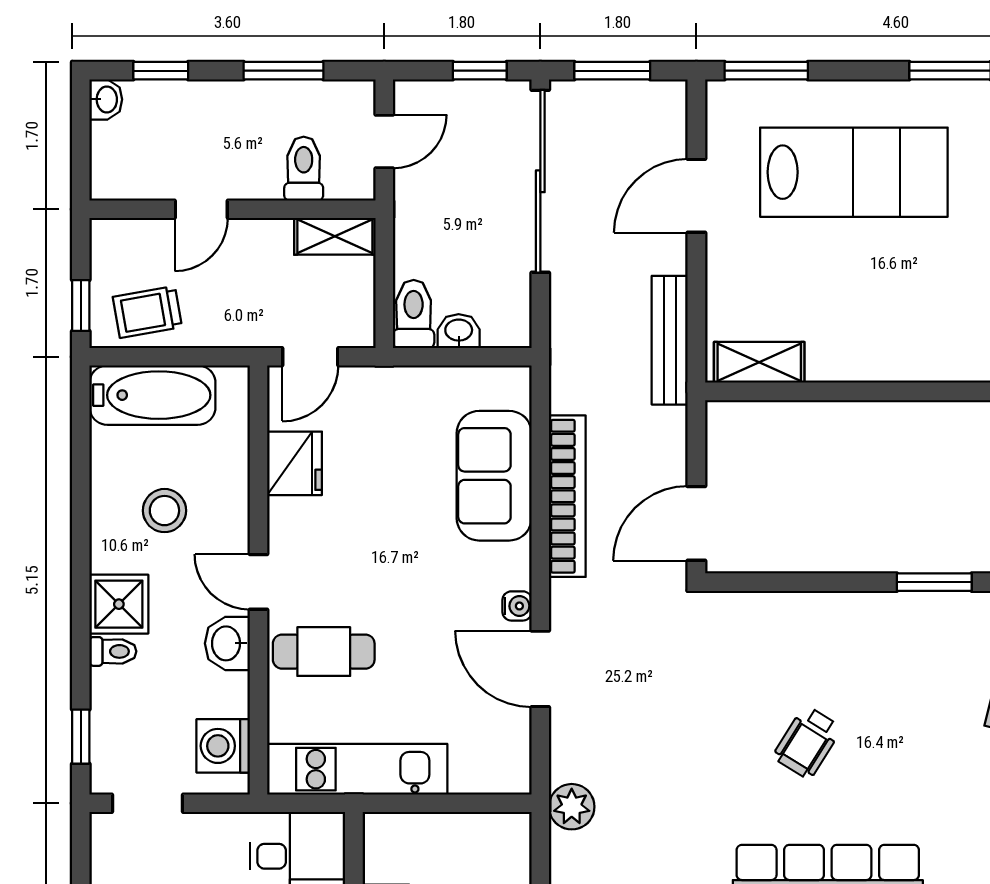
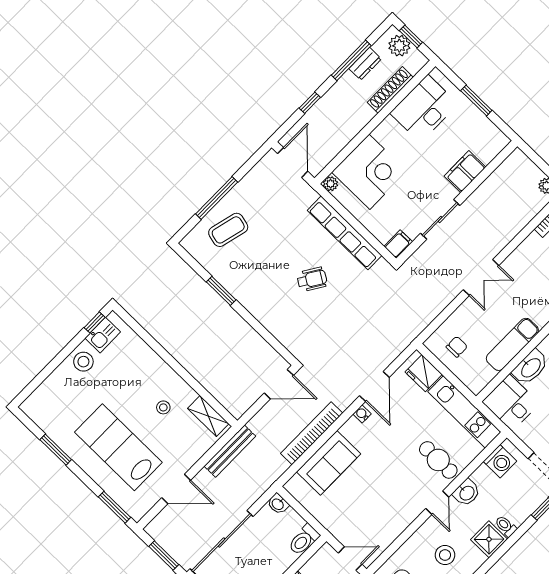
stool: (844, 306) -> (163, 407), added
washbasin: (459, 331) -> (278, 504), moved
fridge: (295, 463) -> (424, 373), moved, turned -90
plant: (572, 807) -> (408, 333), removed
chair: (471, 861) -> (457, 347), added

